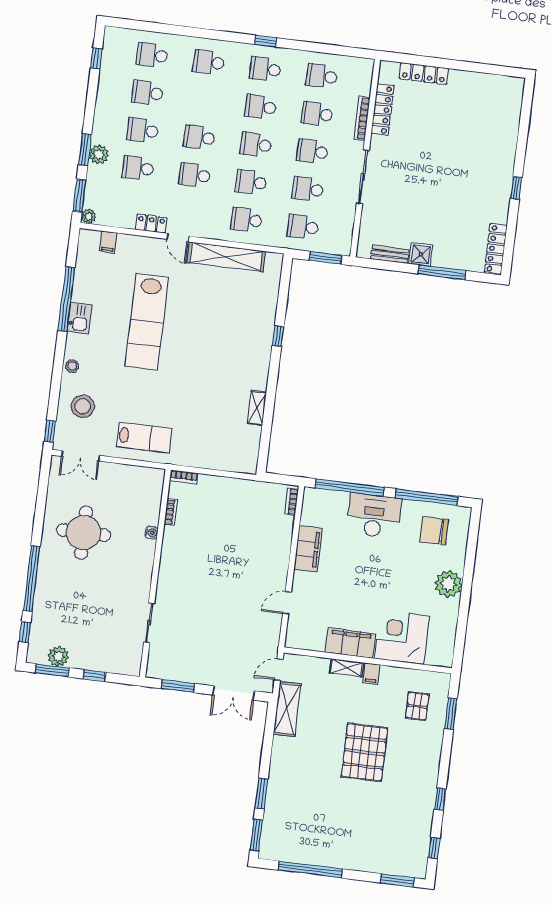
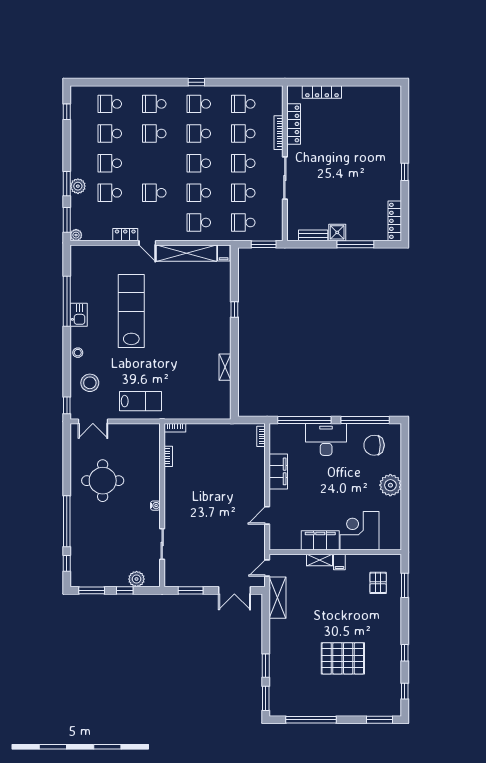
school desk: (199, 137) -> (154, 134), moved
filing cabinet: (108, 242) -> (224, 253), moved
lab bench: (147, 322) -> (131, 311), turned 180
water cooler: (151, 533) -> (155, 506), moved
plant: (58, 656) -> (137, 579), moved
pallet: (364, 752) -> (343, 658), moved, turned 90

